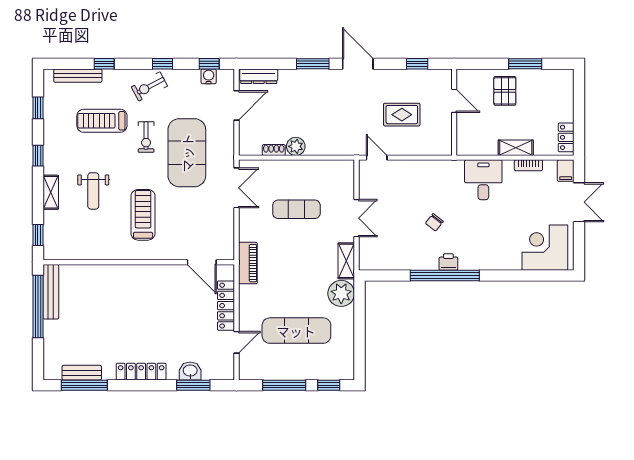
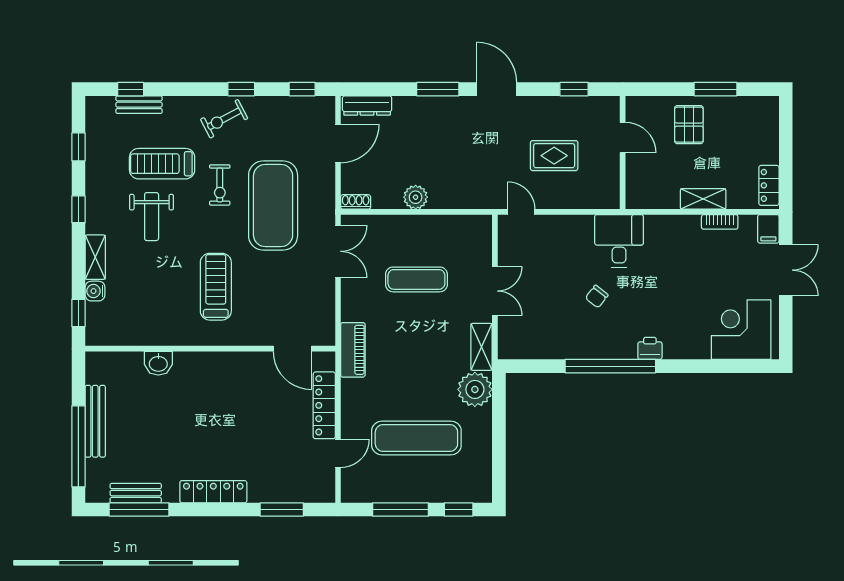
window: (104, 64) -> (131, 89), moved
bench: (78, 76) -> (139, 105), width x0.73
water cooler: (209, 76) -> (95, 291), moved, turned -90
shoe rack: (274, 150) -> (356, 202), moved
desk: (483, 180) -> (619, 241), moved
weight bench: (93, 191) -> (152, 217), moved
printer: (448, 262) -> (650, 348), moved
bench: (51, 292) -> (95, 421), moved
window: (38, 306) -> (78, 446), moved
washbasin: (190, 371) -> (158, 363), moved, turned 180

